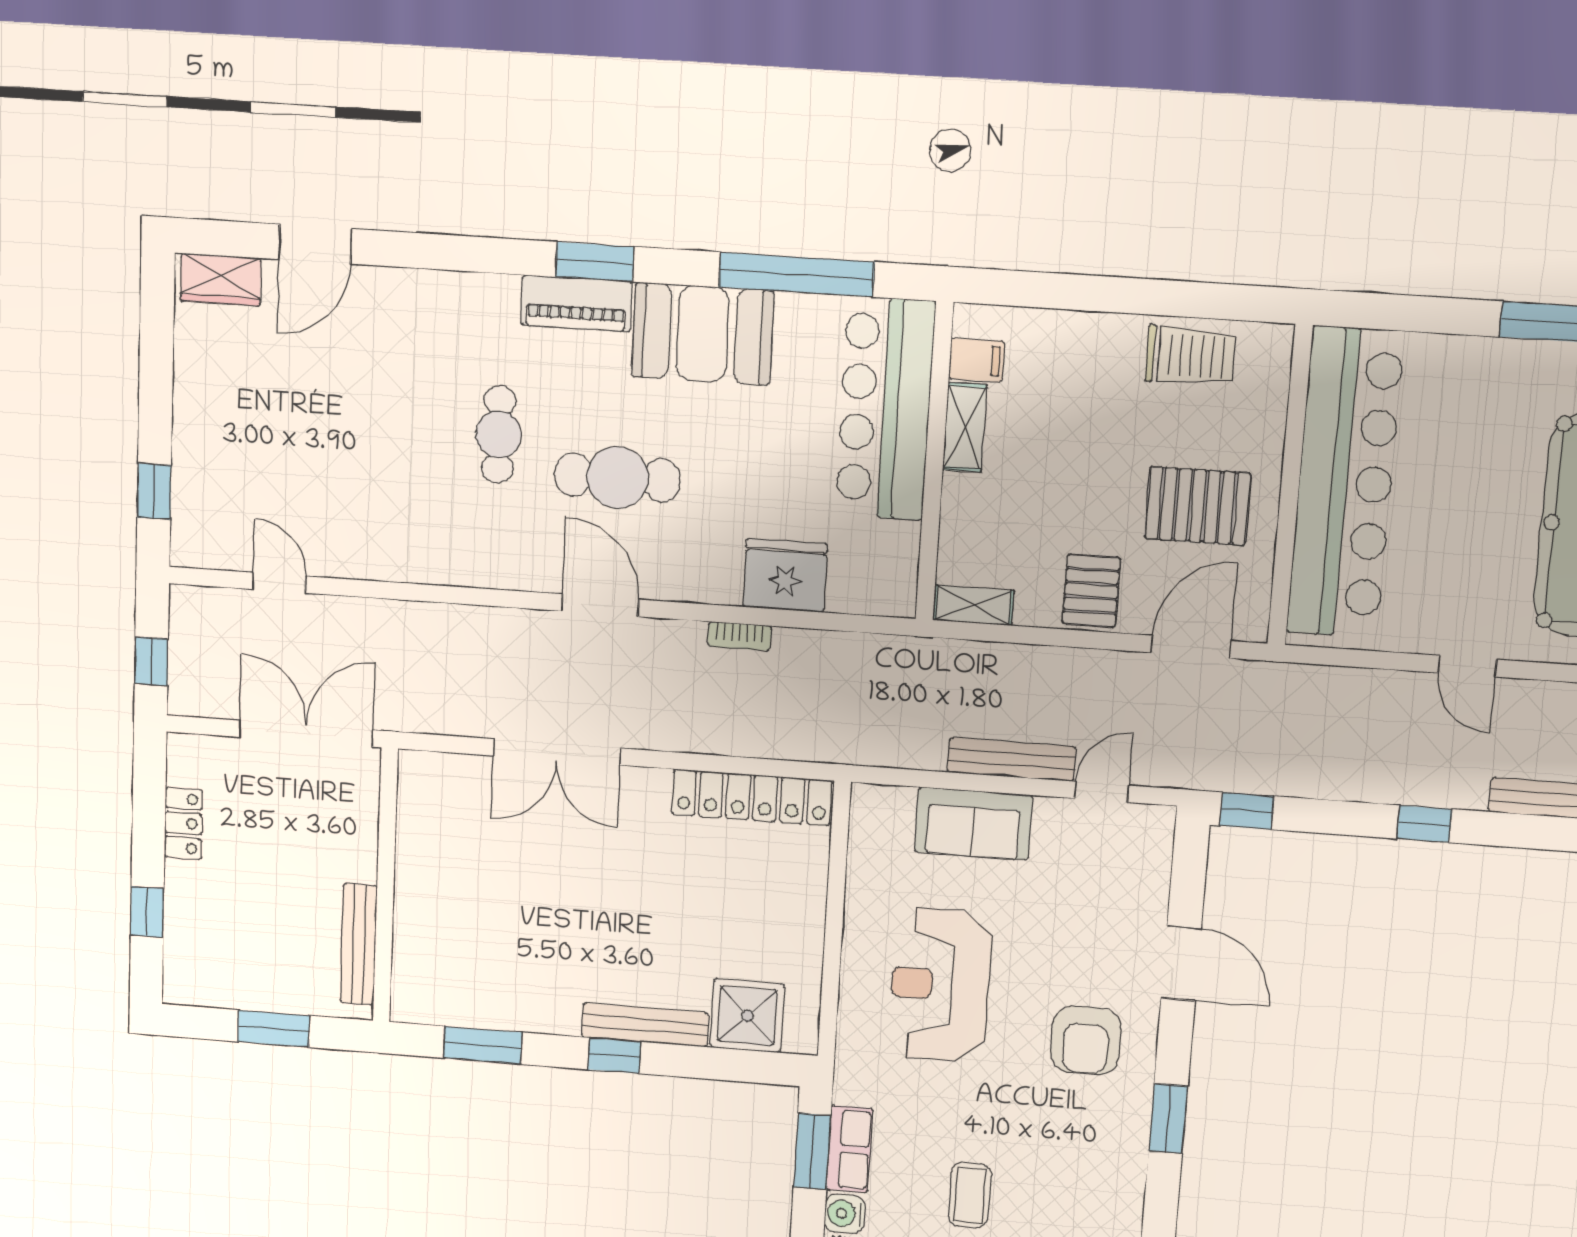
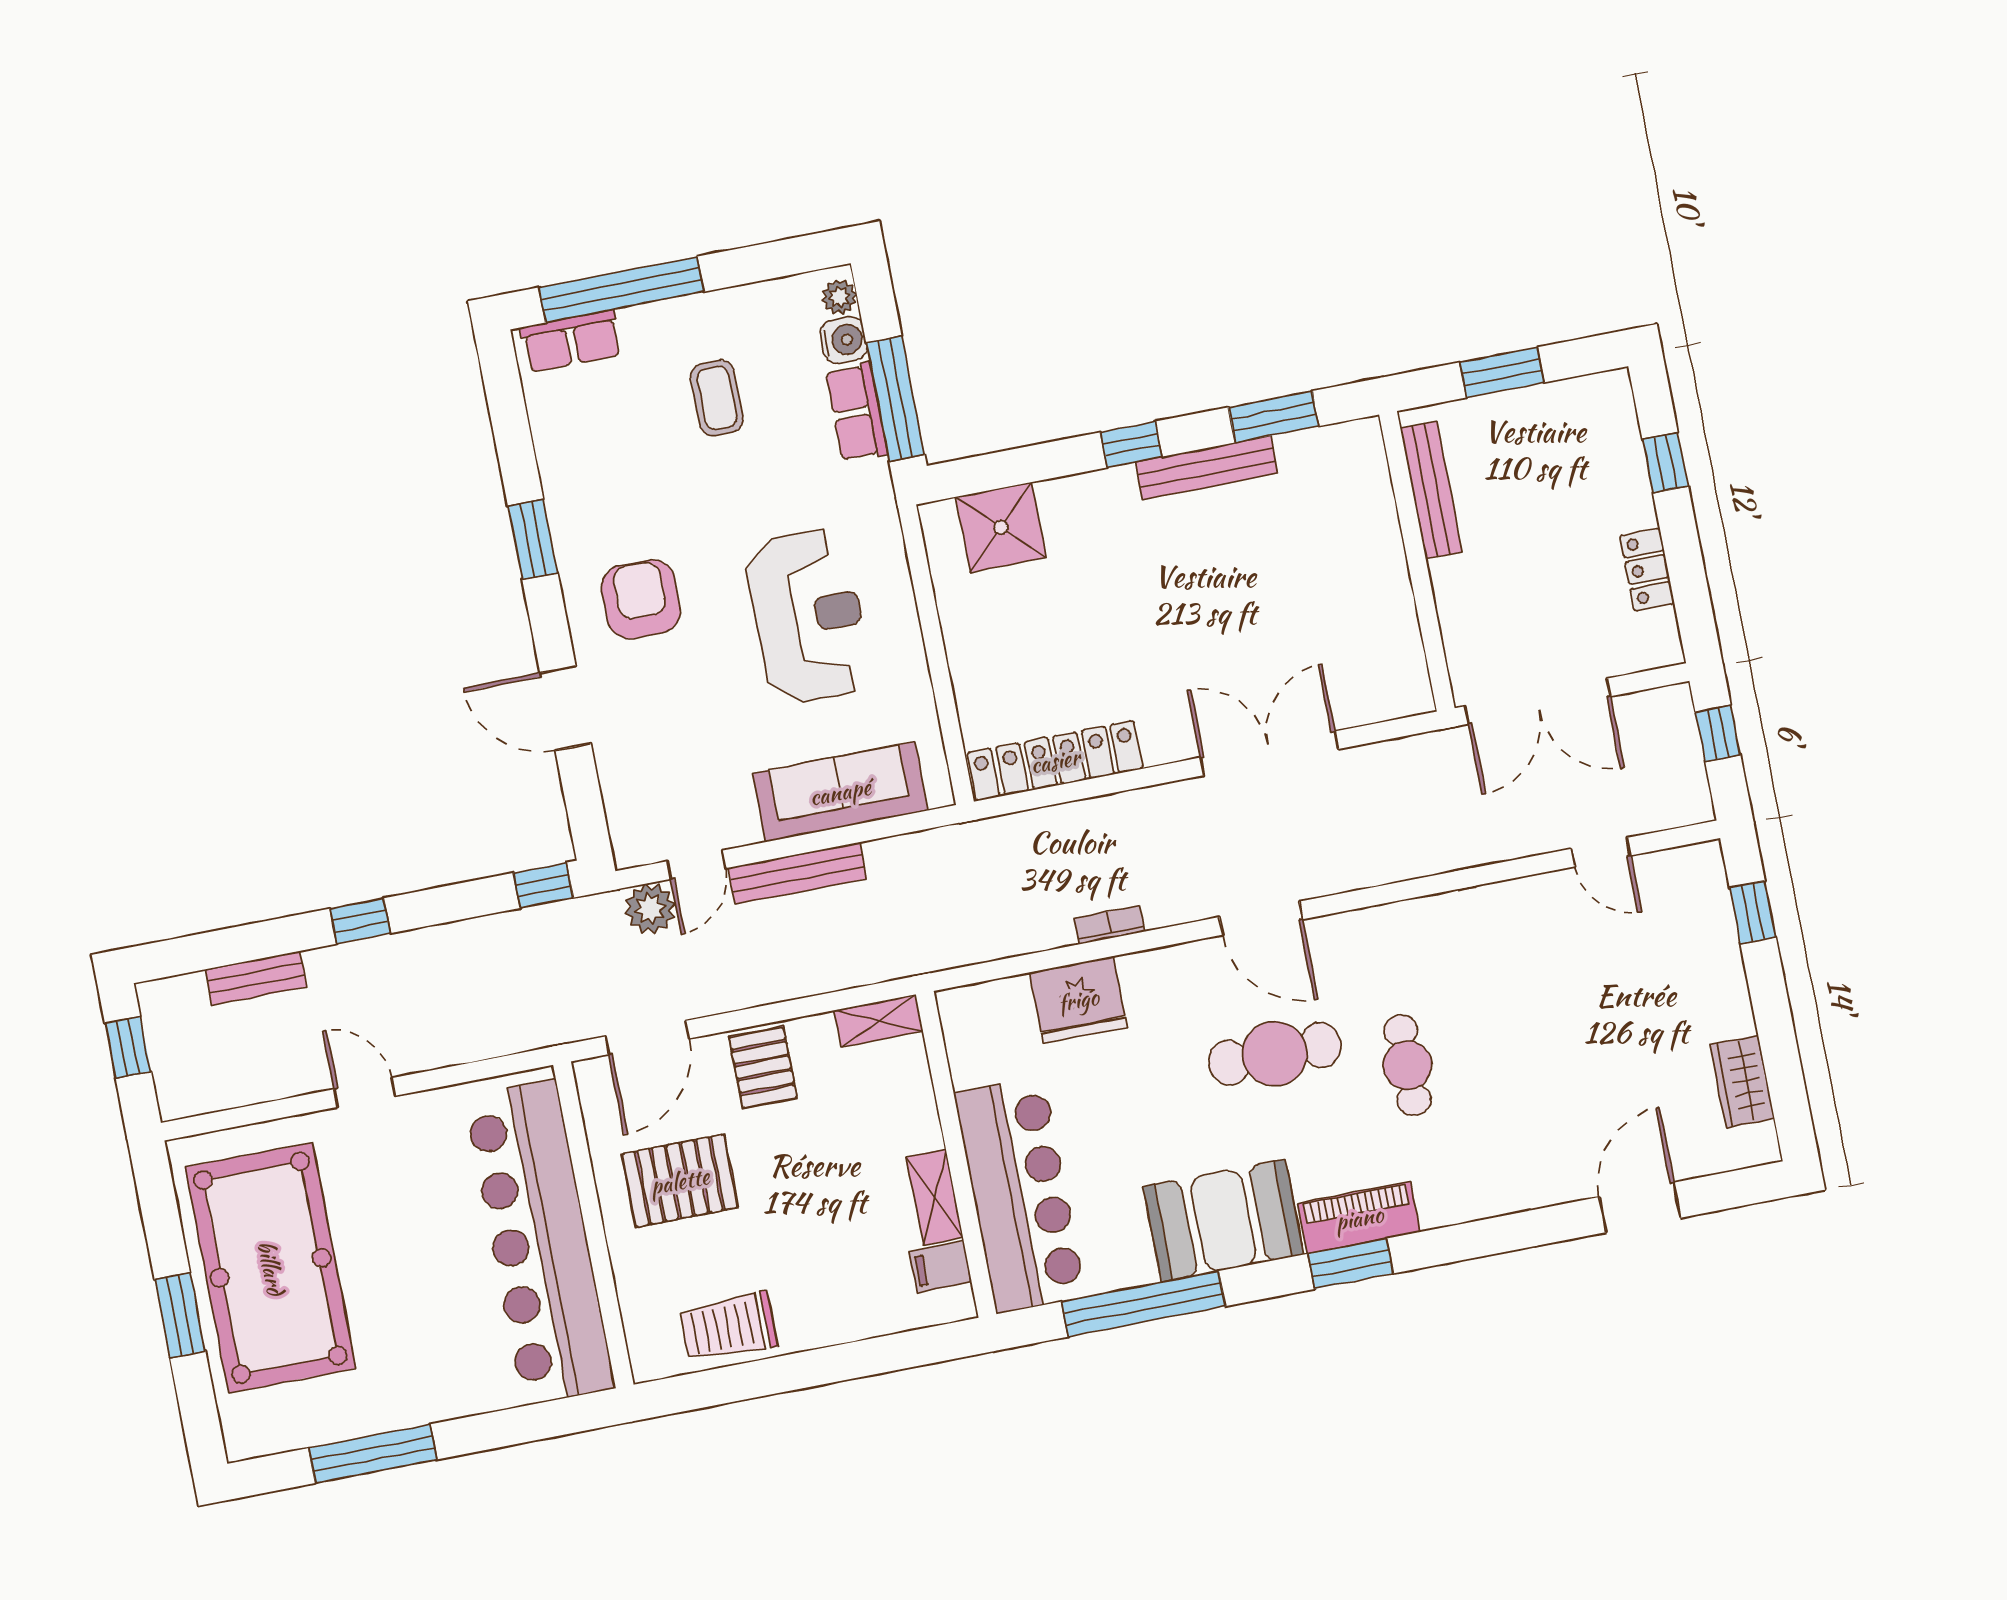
wardrobe: (221, 279) -> (1742, 1081), moved, turned -90
plant: (1155, 764) -> (650, 909), added
sofa: (973, 824) -> (840, 792), width x1.36
bench: (645, 1025) -> (1207, 468), moved
window: (812, 1151) -> (895, 399), width x1.44

